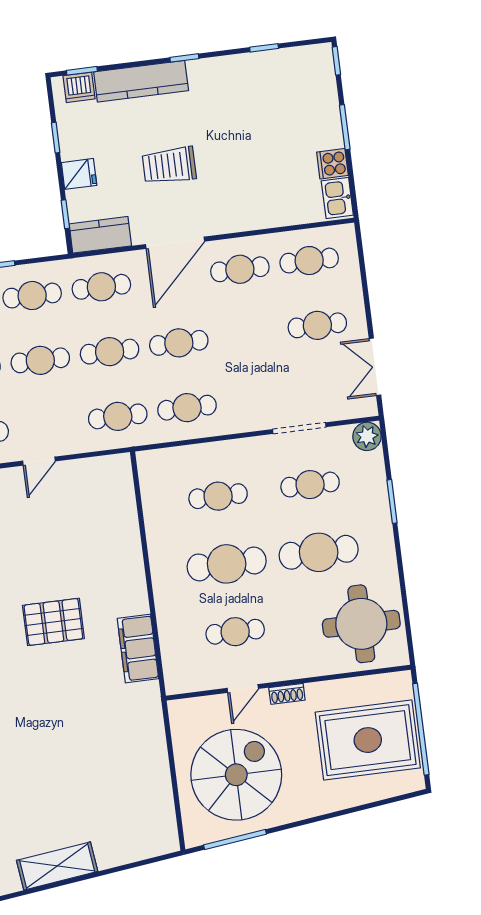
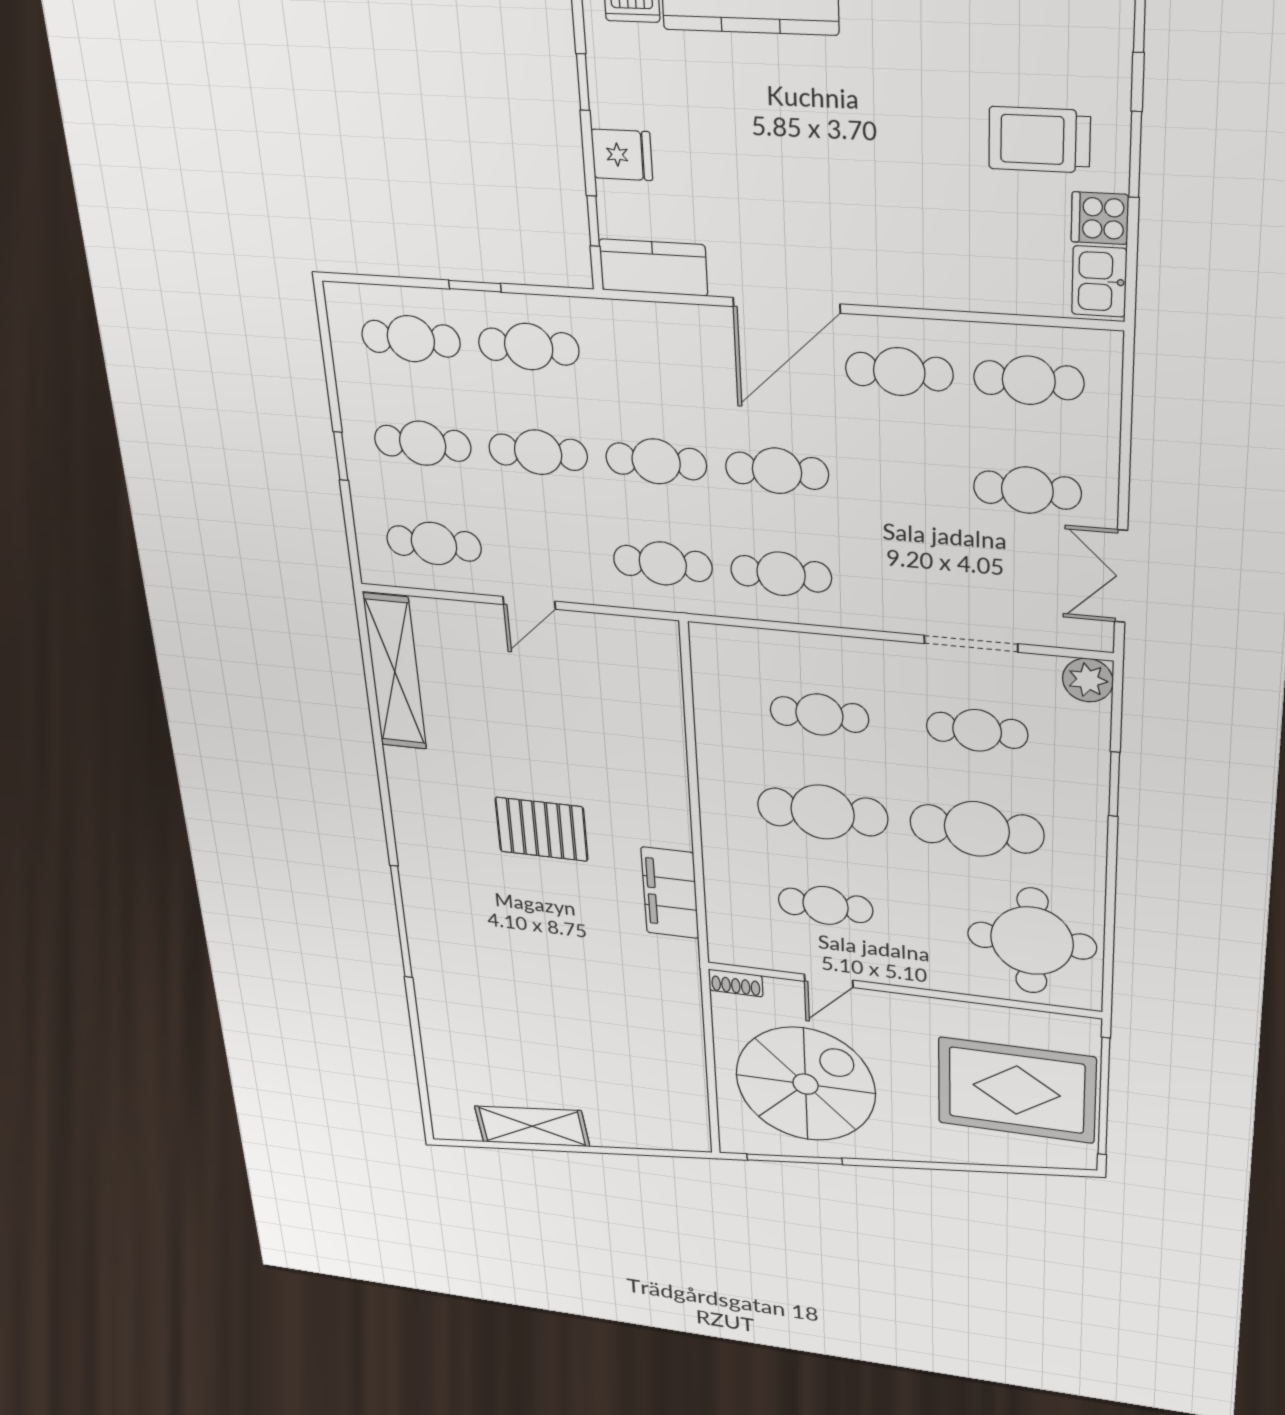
trolley: (169, 165) -> (1039, 140), moved
cafe table: (101, 287) -> (649, 355), removed
shoe rack: (287, 694) -> (736, 983), moved

